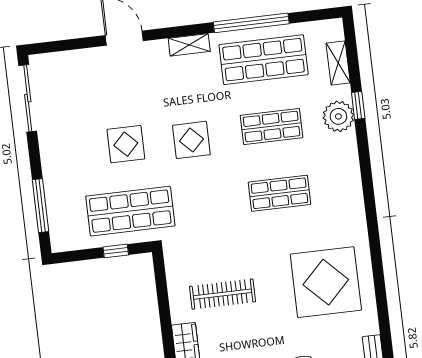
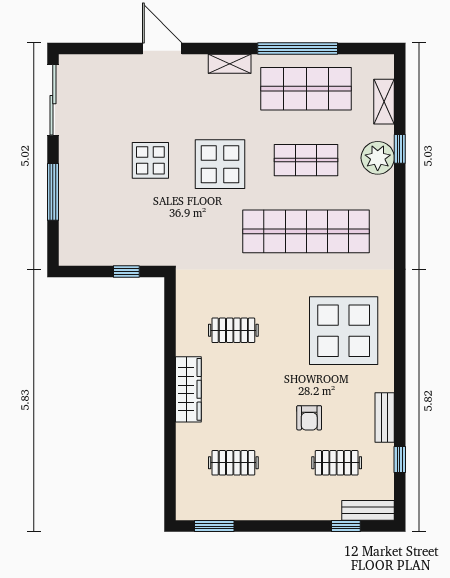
display table: (191, 140) -> (220, 164), width x1.36, depth x1.36
shop shelf: (279, 193) -> (306, 231), width x2.00, depth x1.36
window: (41, 206) -> (53, 192), moved
shop shelf: (130, 211) -> (147, 231), removed
clothes rail: (222, 294) -> (233, 330), width x0.73

